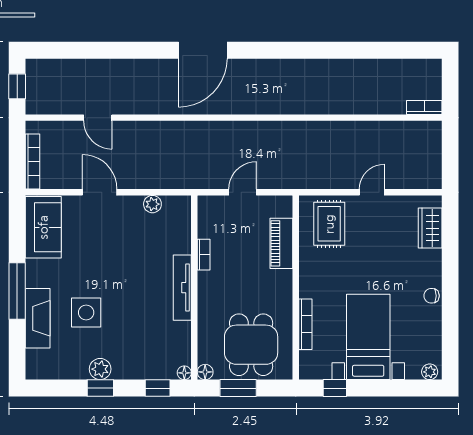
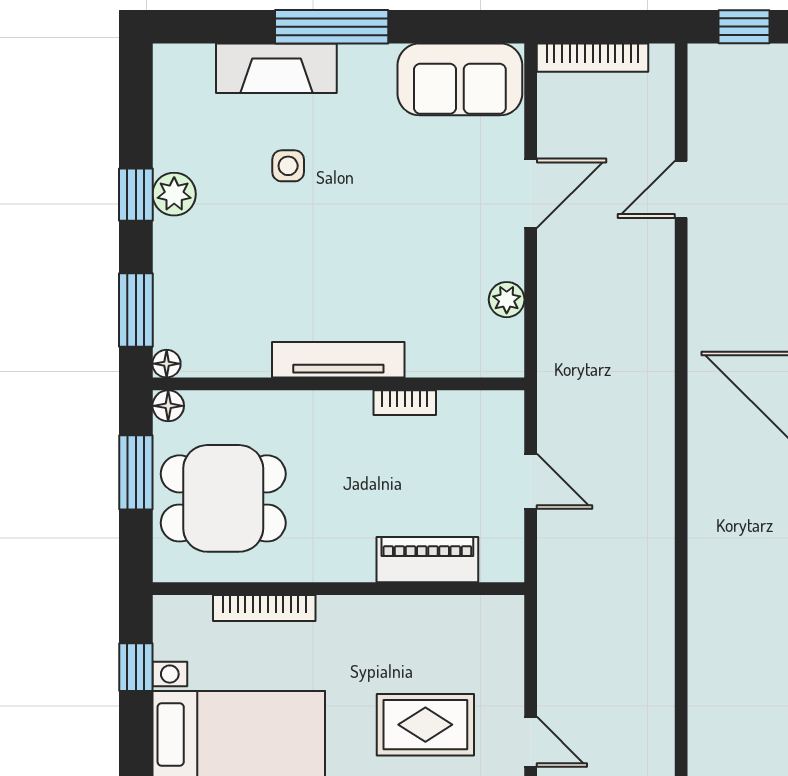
rug: (329, 224) -> (425, 725), moved
side table: (86, 312) -> (288, 166), width x0.54, depth x0.54
window: (158, 388) -> (136, 310), width x1.50

